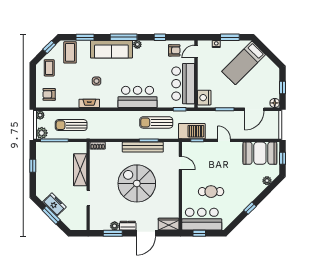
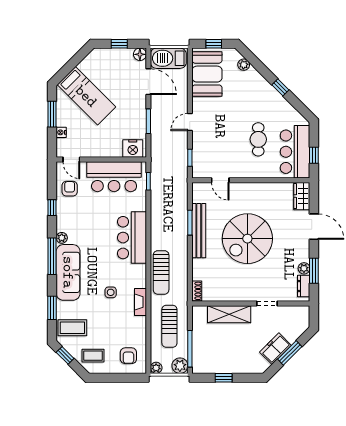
sun lounger: (156, 122) -> (161, 272), moved
barbecue: (192, 131) -> (168, 58), moved, turned -90
door: (180, 163) -> (220, 180), swing flipped
dresser: (128, 226) -> (304, 286), moved

